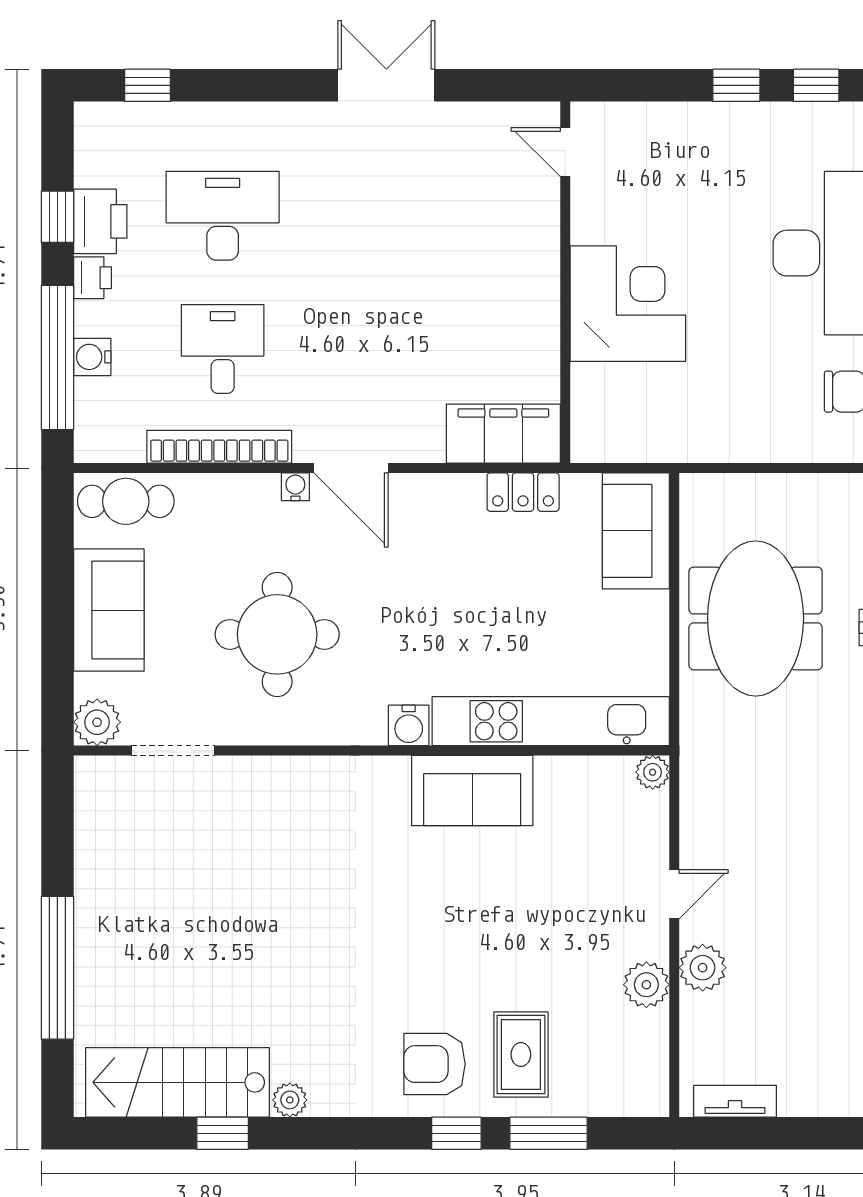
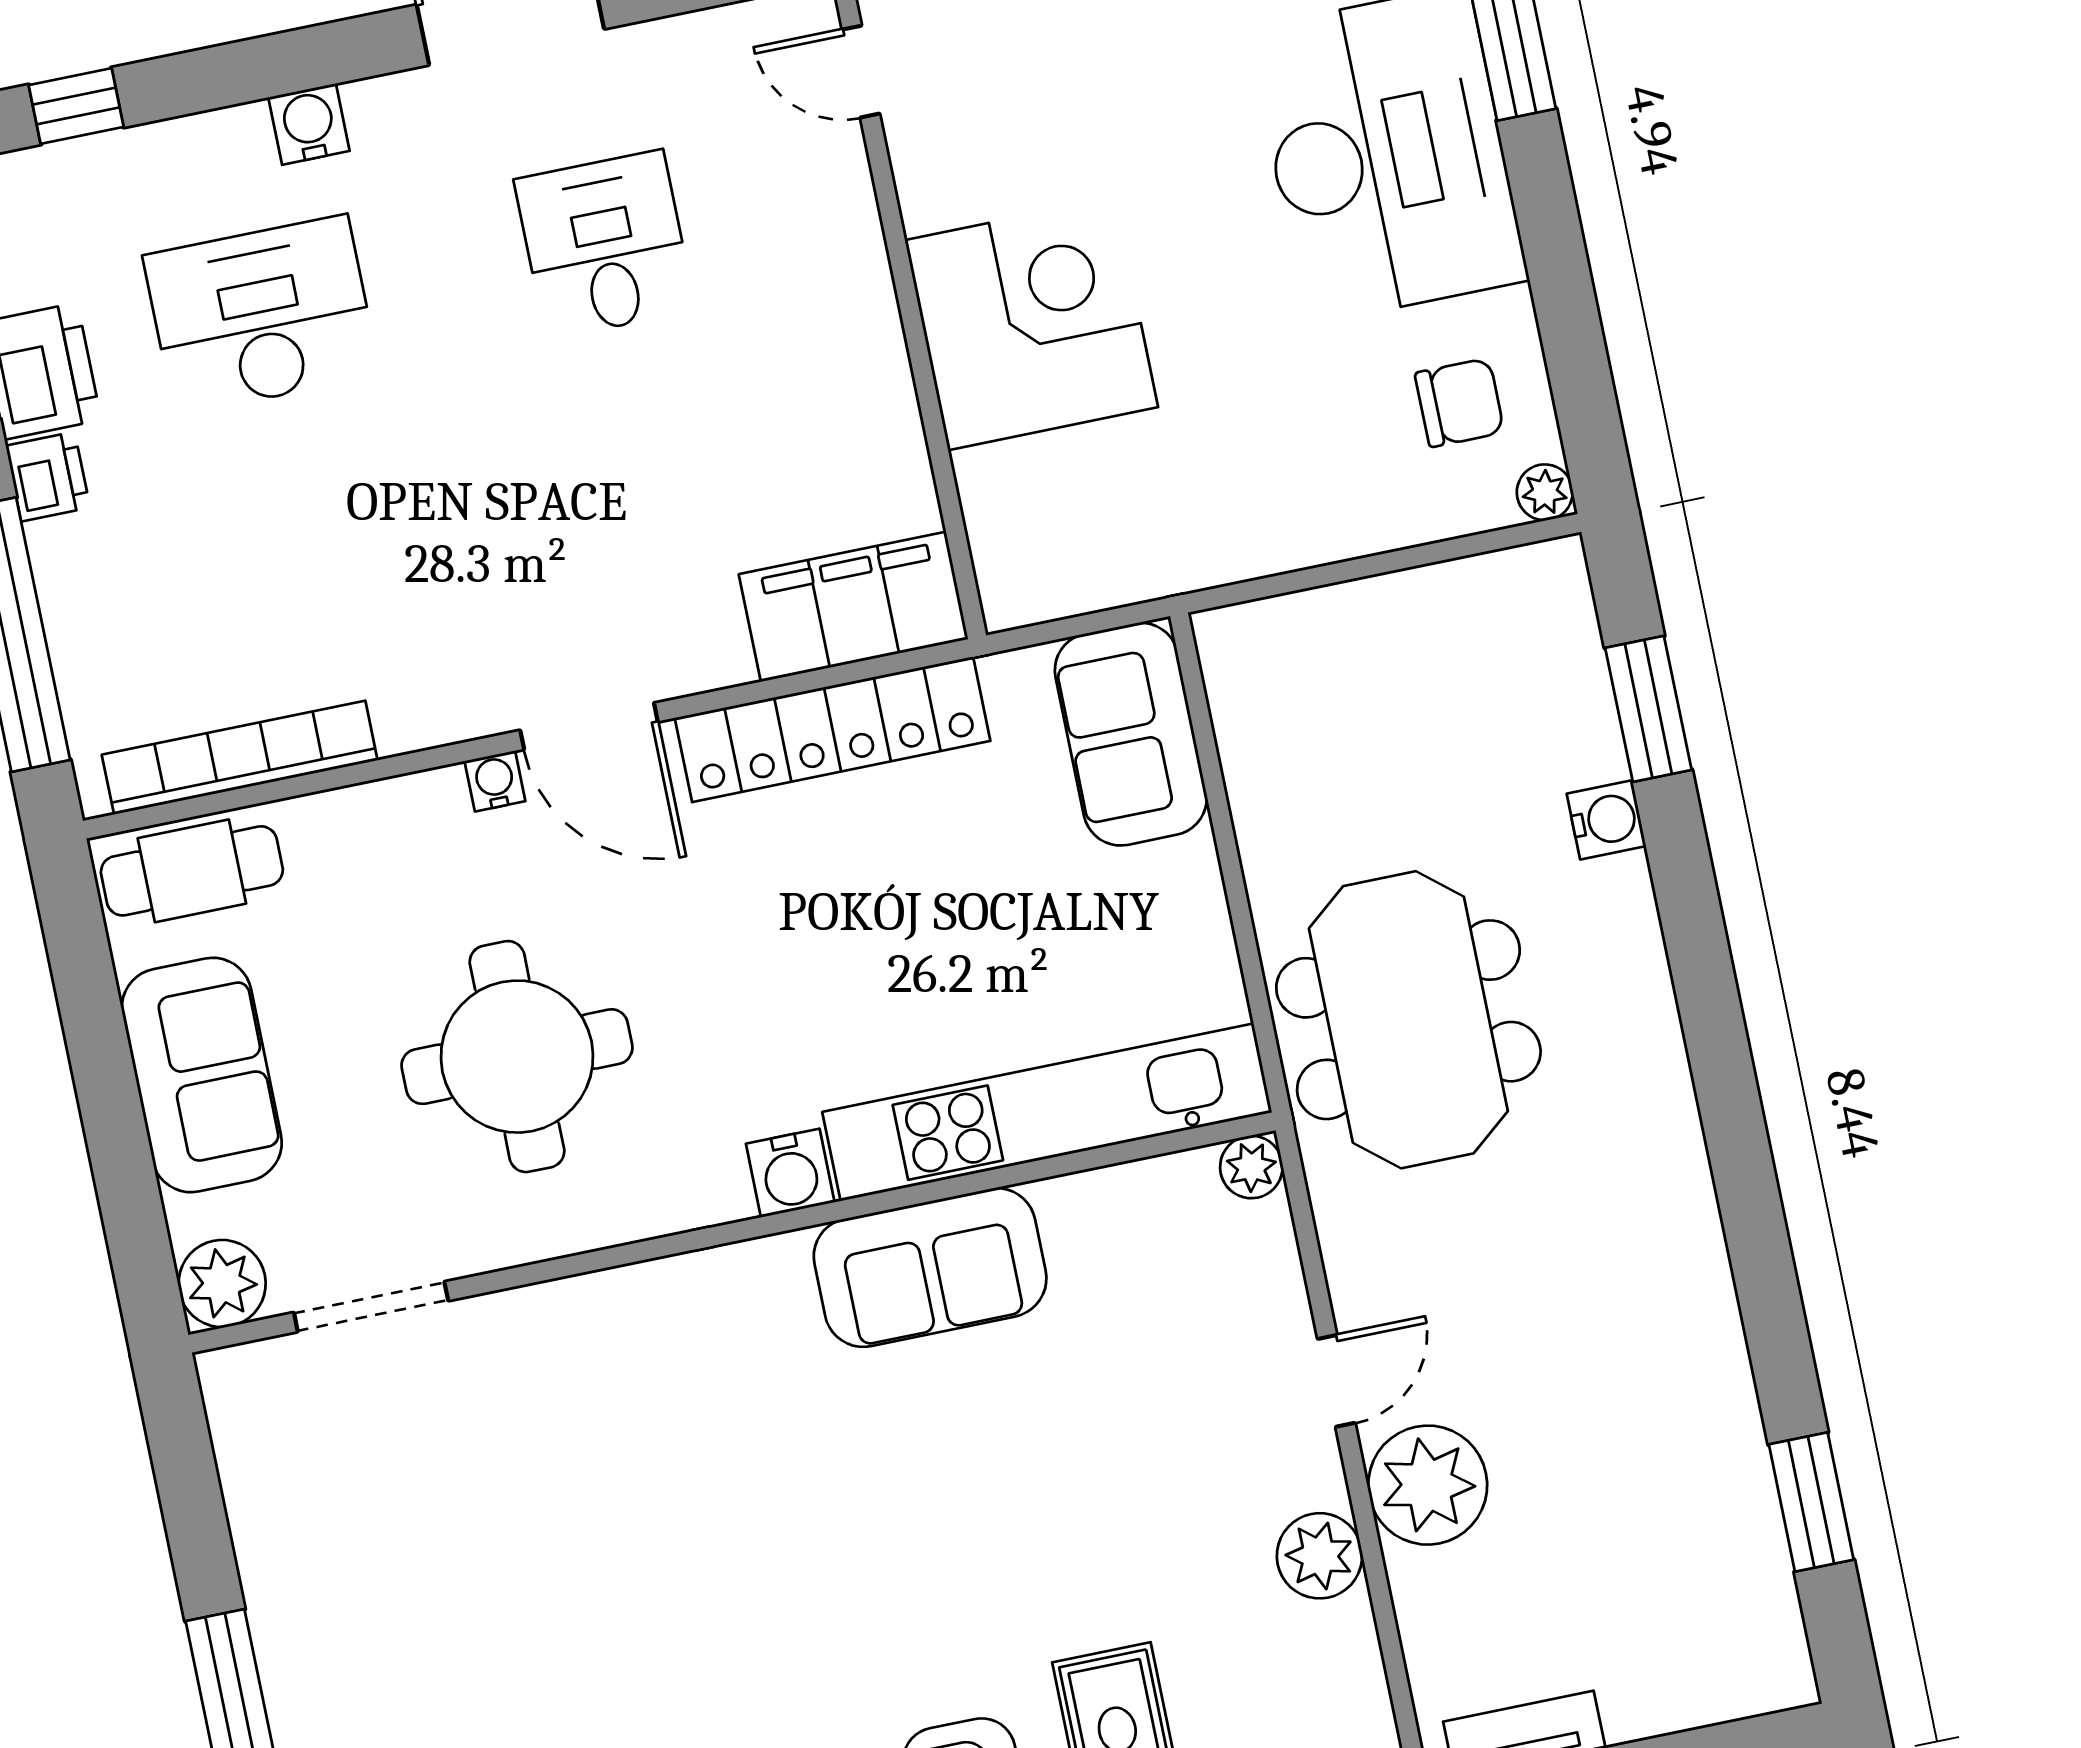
desk: (223, 349) -> (605, 245), moved
water cooler: (92, 357) -> (309, 124), moved, turned 90
bookcase: (219, 447) -> (240, 758), moved
locker: (523, 492) -> (833, 729), width x2.16, depth x1.21
meeting table: (756, 618) -> (1408, 1020), moved
plant: (703, 968) -> (1428, 1485), width x1.36, depth x1.36

